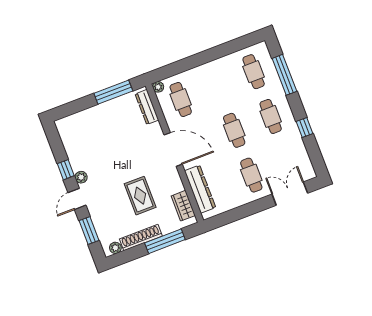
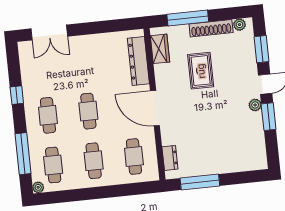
plant: (158, 87) -> (38, 187), moved
dresser: (147, 107) -> (170, 158), width x0.70
window: (66, 170) -> (269, 117), width x1.50
cafe table: (251, 175) -> (94, 161), moved

